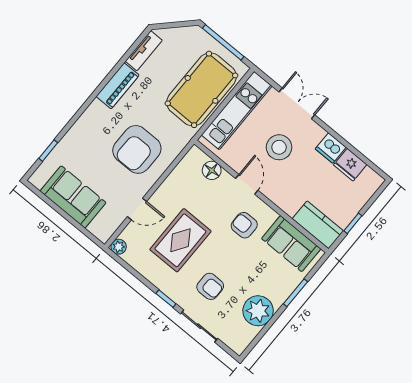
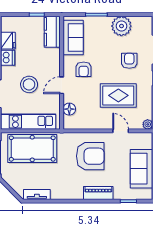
piano: (118, 86) -> (98, 193), moved

